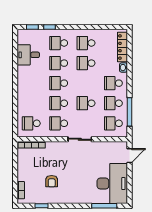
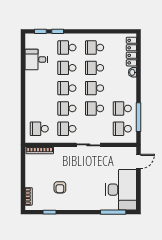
school desk: (113, 83) -> (95, 88), moved

